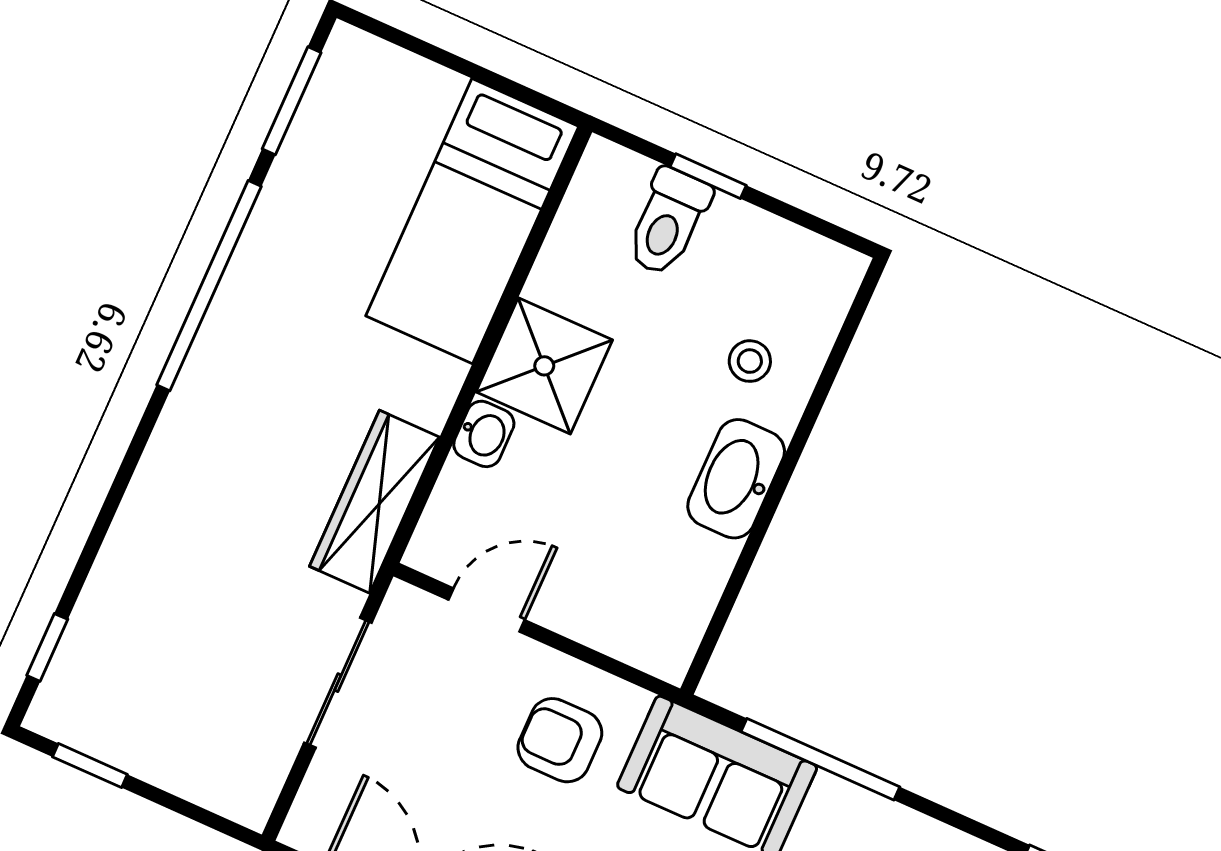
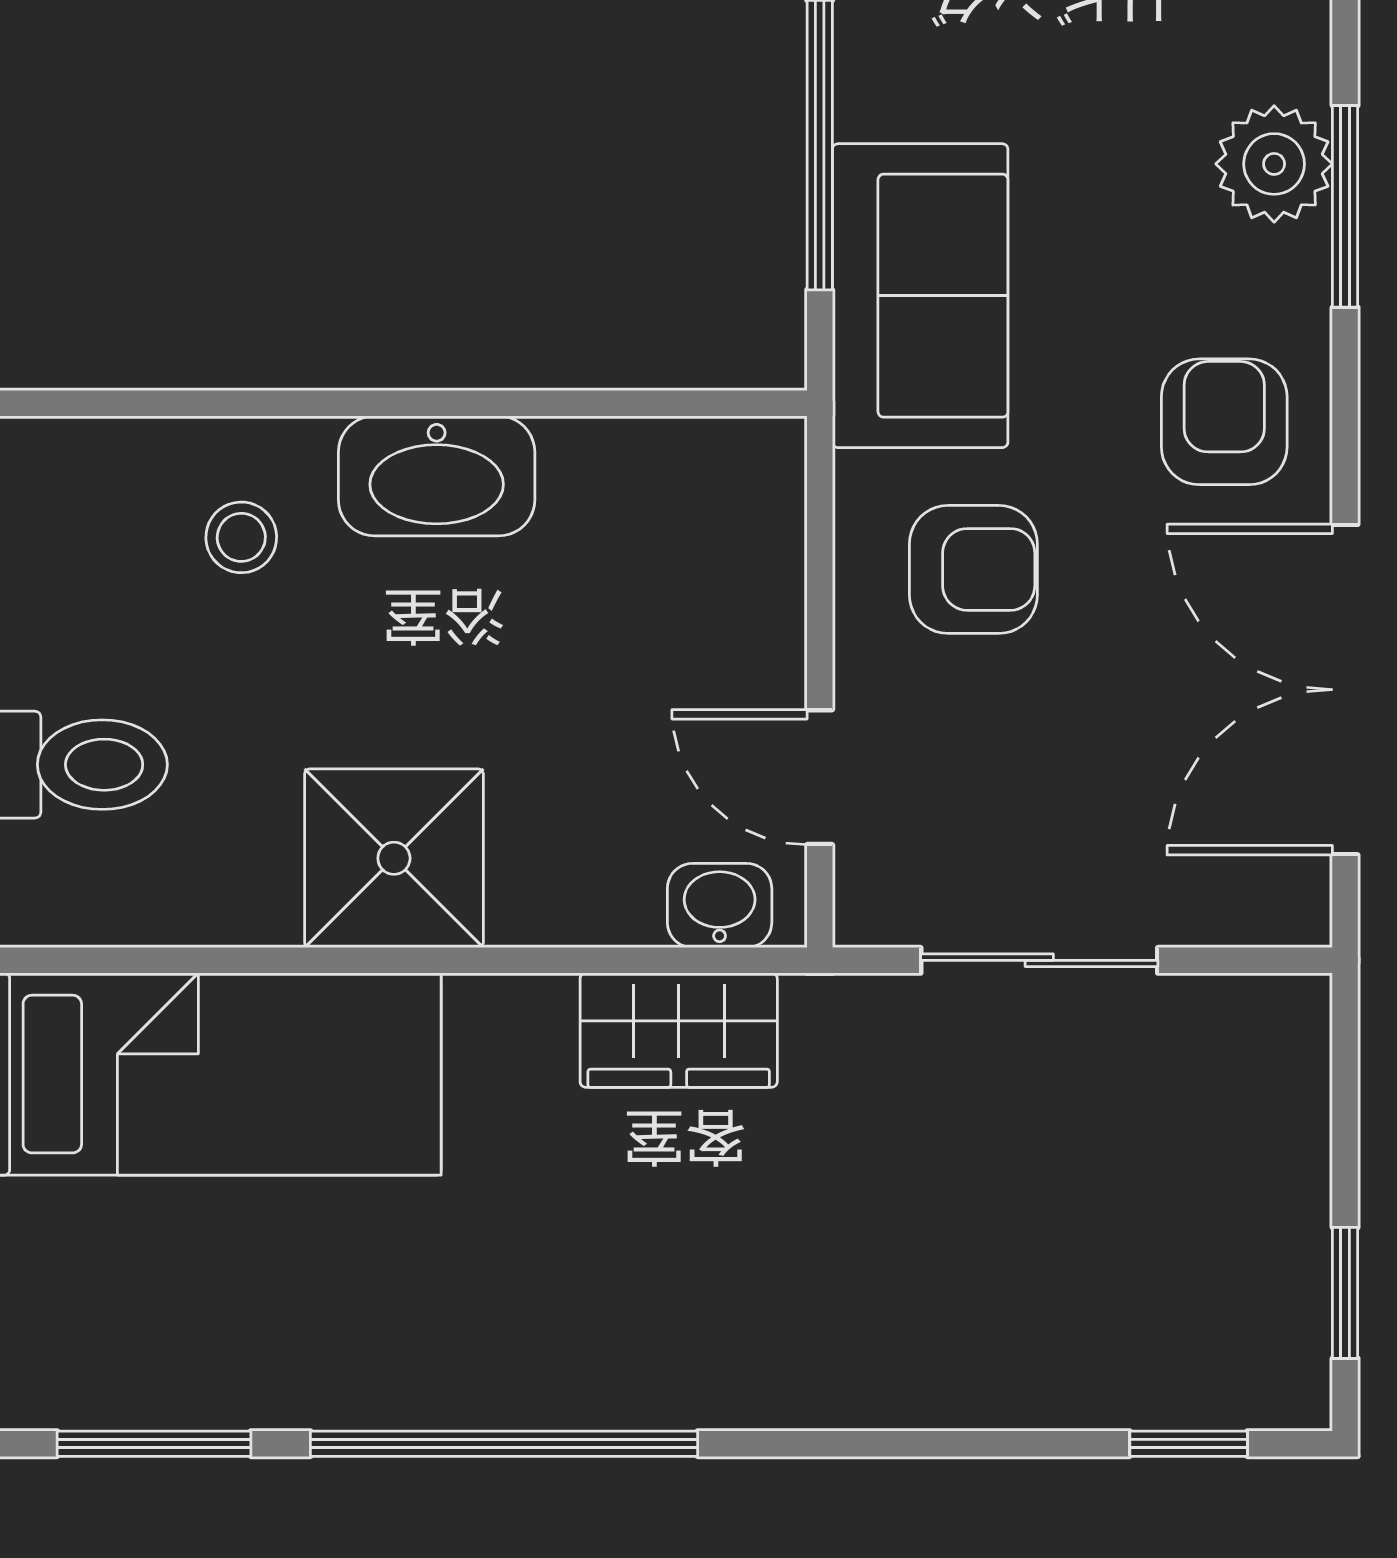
washbasin: (484, 434) -> (720, 905), moved
wardrobe: (375, 502) -> (679, 1030), width x0.67
armchair: (560, 740) -> (973, 569), turned -90

